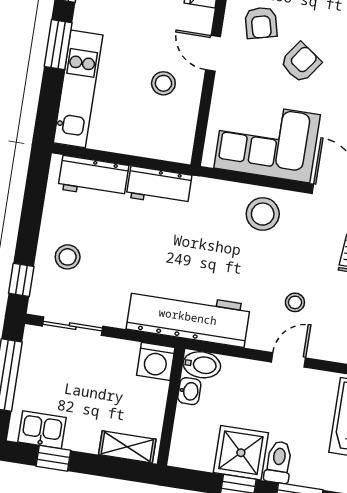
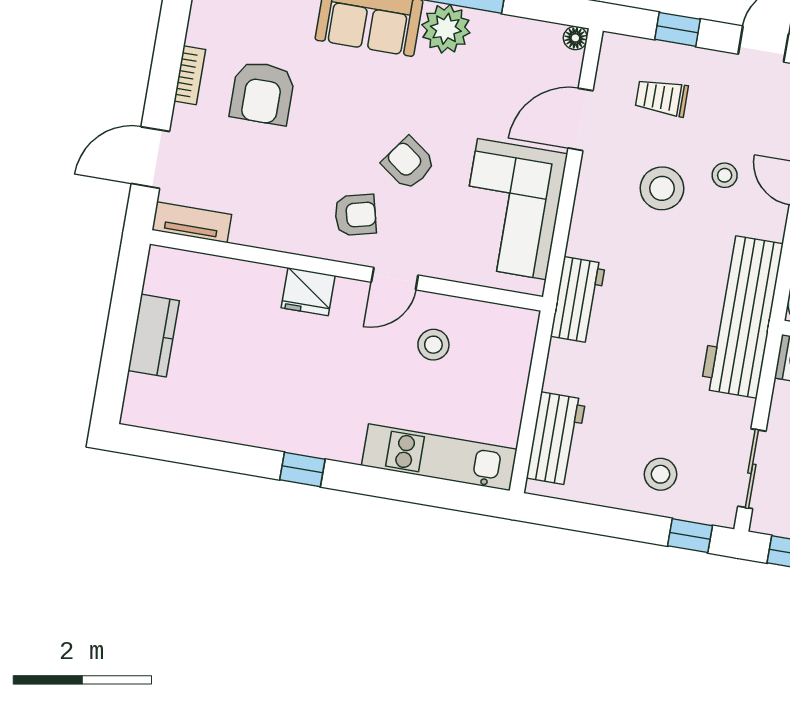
window: (58, 45) -> (380, 483), removed
workbench: (159, 186) -> (578, 300), moved
stool: (263, 214) -> (662, 188), moved

